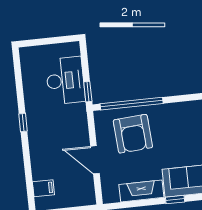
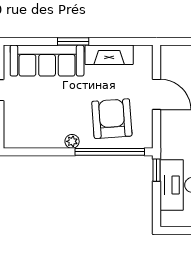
plant: (167, 110) -> (72, 141), added
window: (175, 200) -> (73, 41), width x1.50

